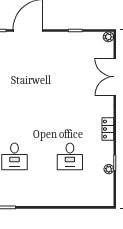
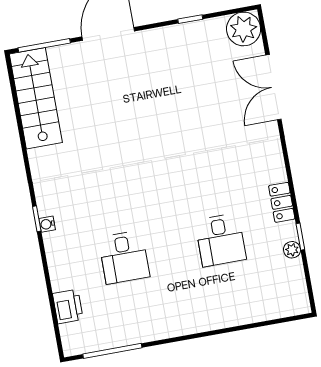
plant: (108, 37) -> (244, 29), width x1.87, depth x1.87
locker: (108, 129) -> (282, 202), moved

